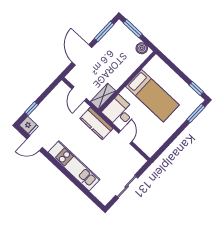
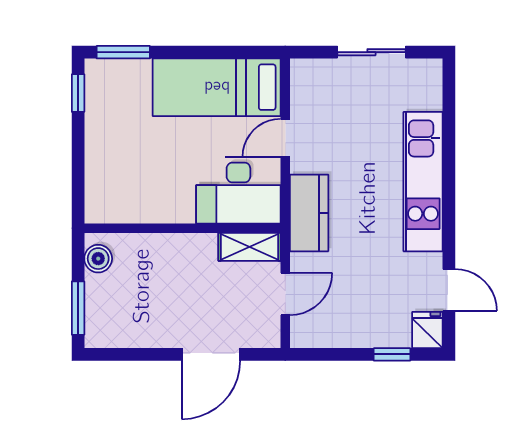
window: (104, 31) -> (131, 354), removed
bed: (152, 96) -> (217, 87), moved, turned -90
desk: (120, 112) -> (238, 190), width x1.37

